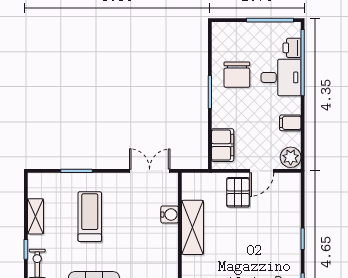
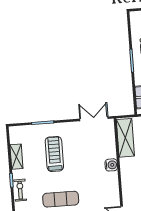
water cooler: (170, 215) -> (111, 165), moved
shelving: (193, 227) -> (125, 138), moved

